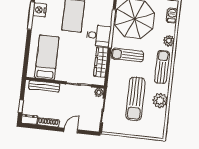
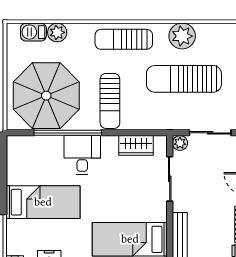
plant: (169, 41) -> (57, 32), moved
wardrobe: (101, 62) -> (136, 145), width x0.67
sun lounger: (135, 99) -> (184, 79), turned 180

